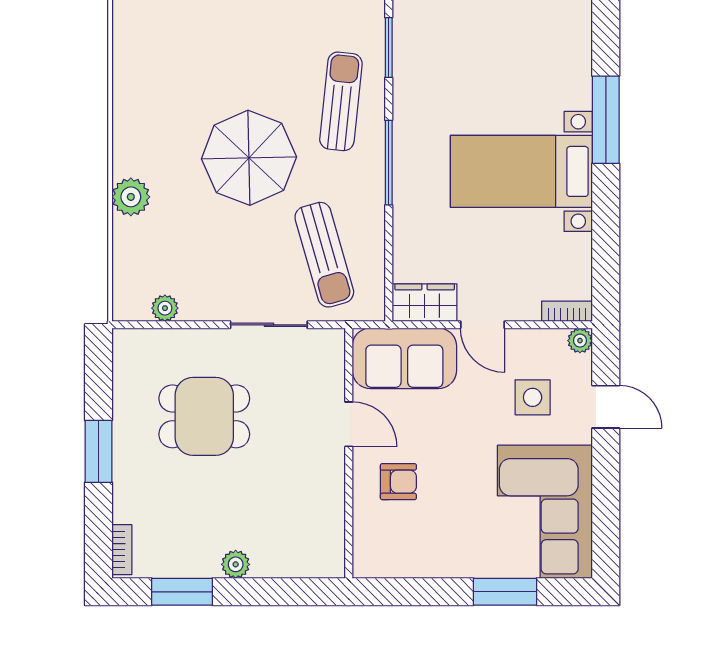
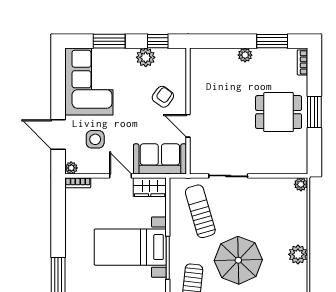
bed with nightstands: (521, 171) -> (130, 247), moved, turned 180
plant: (131, 197) -> (298, 254), moved
plant: (165, 308) -> (301, 184), moved
door: (606, 407) -> (58, 135), width x1.38
dining table: (204, 416) -> (279, 112), moved
armchair: (398, 482) -> (163, 97), turned 126
plant: (433, 560) -> (146, 57), added
window: (409, 592) -> (158, 41), added

